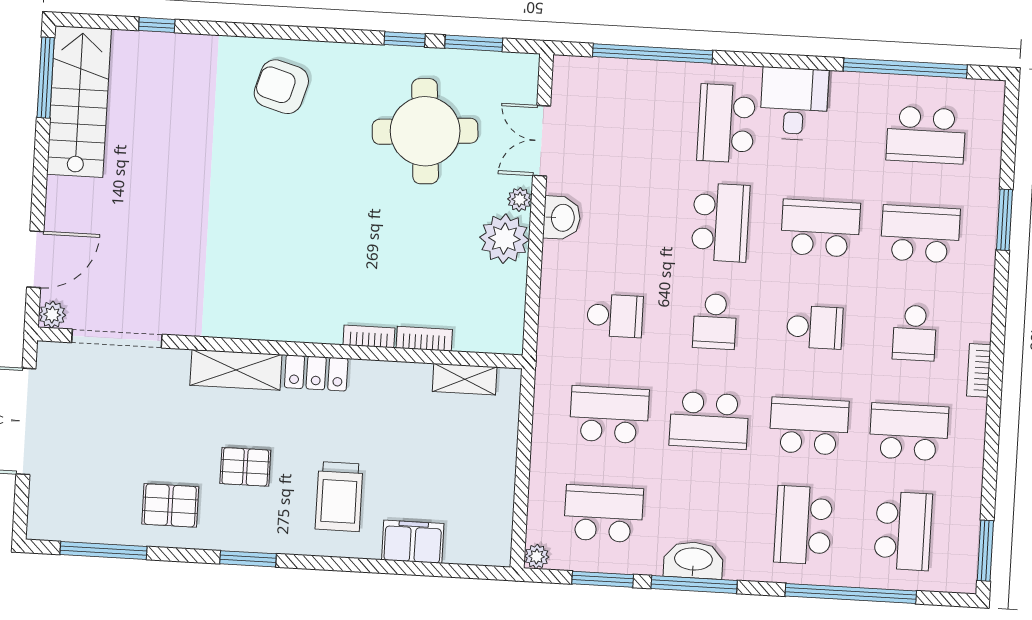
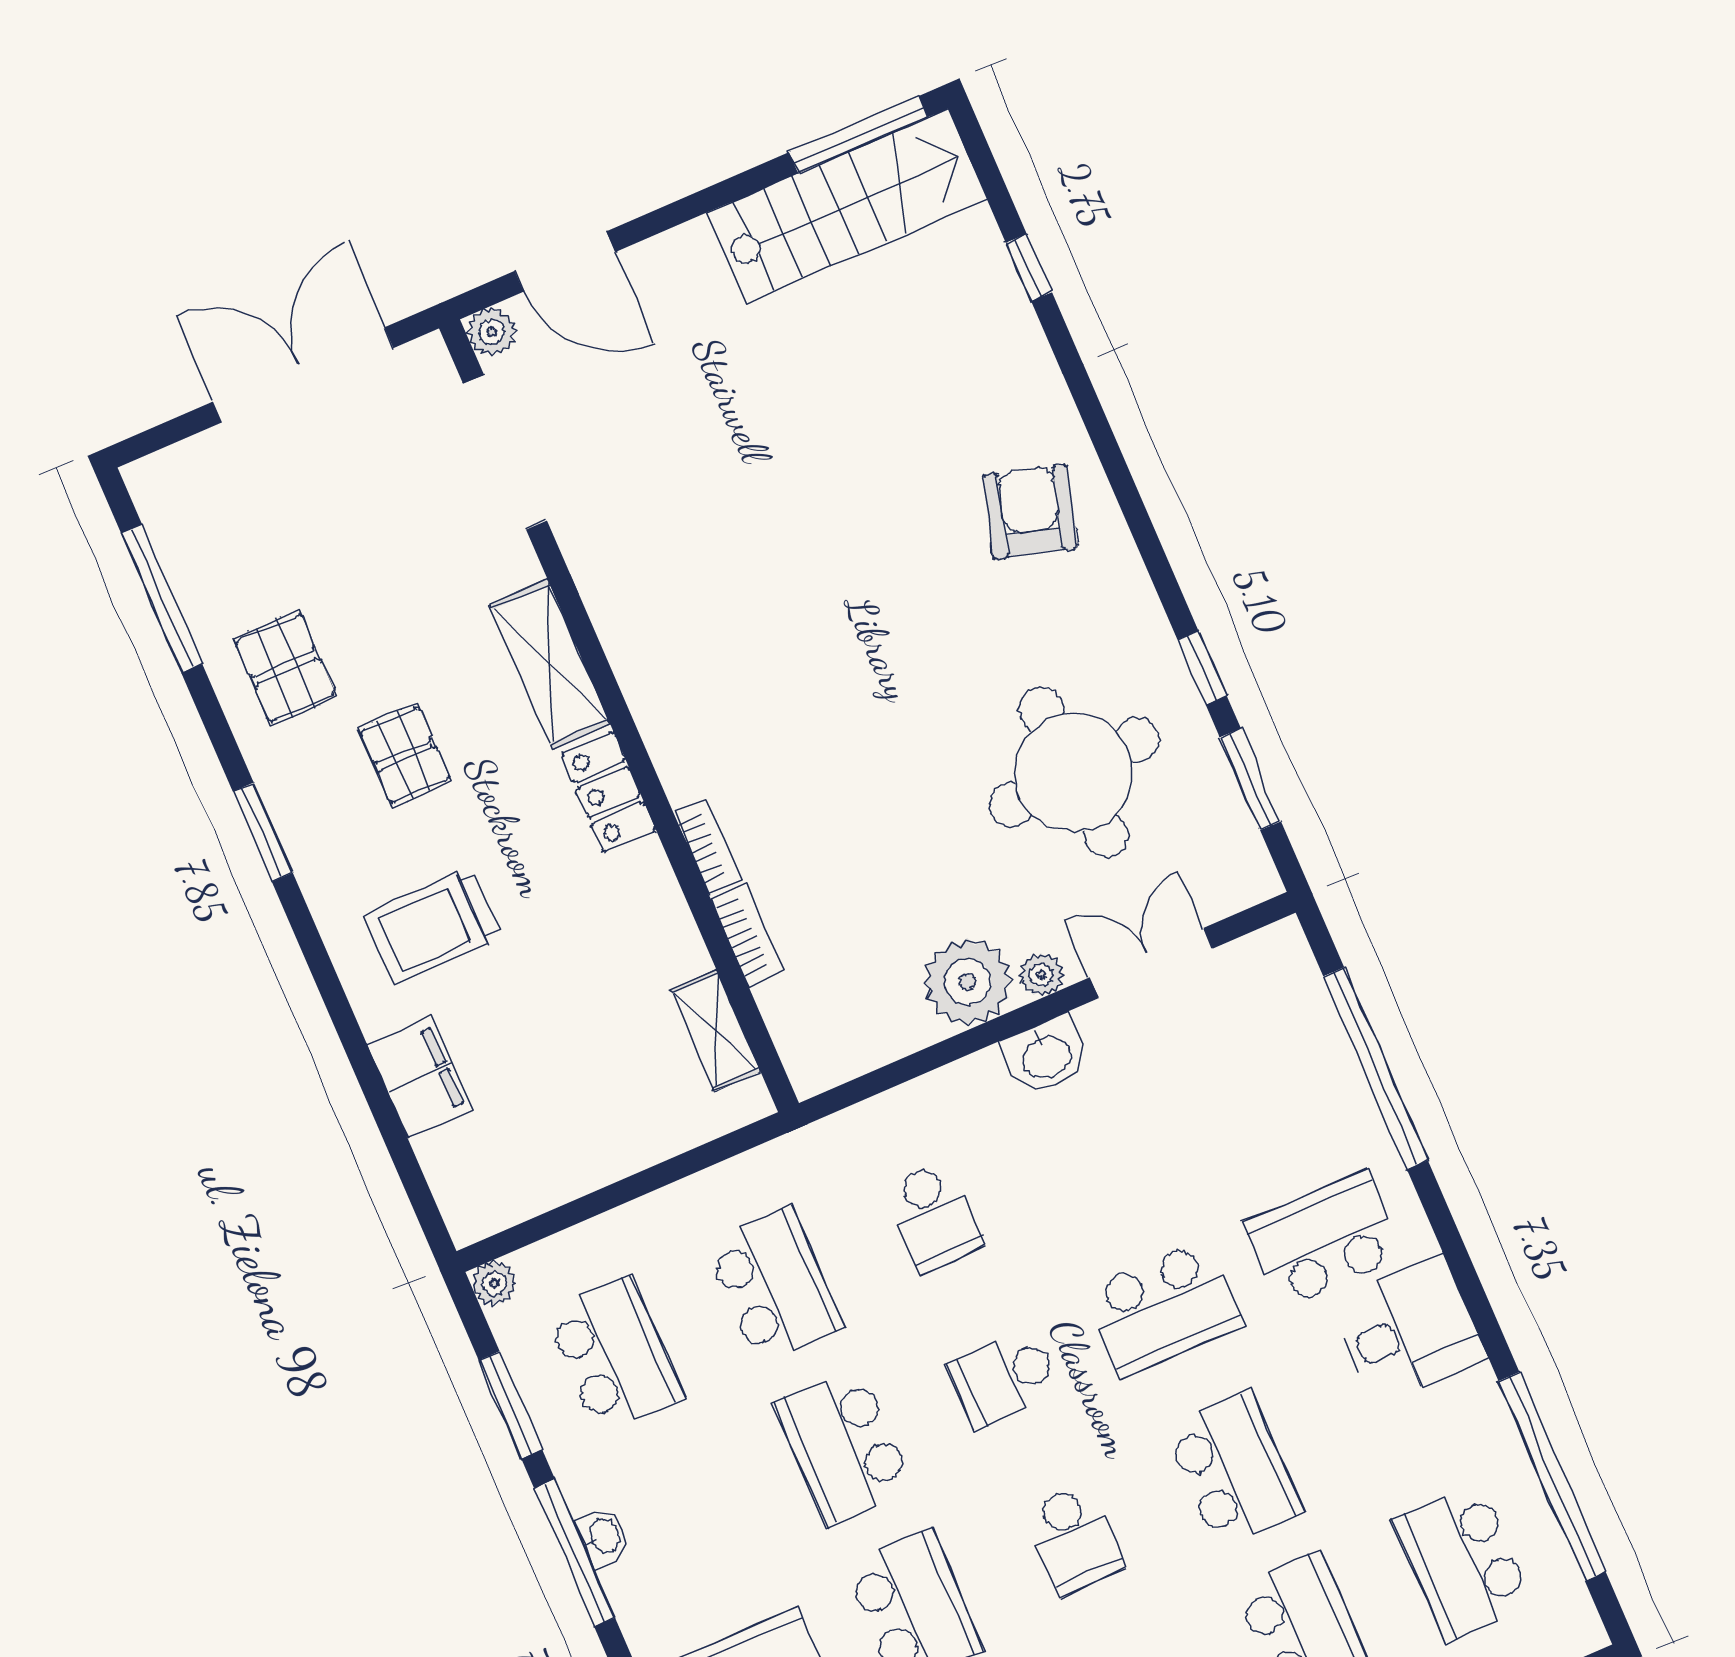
washbasin: (693, 560) -> (603, 1536), width x0.52, depth x0.69

